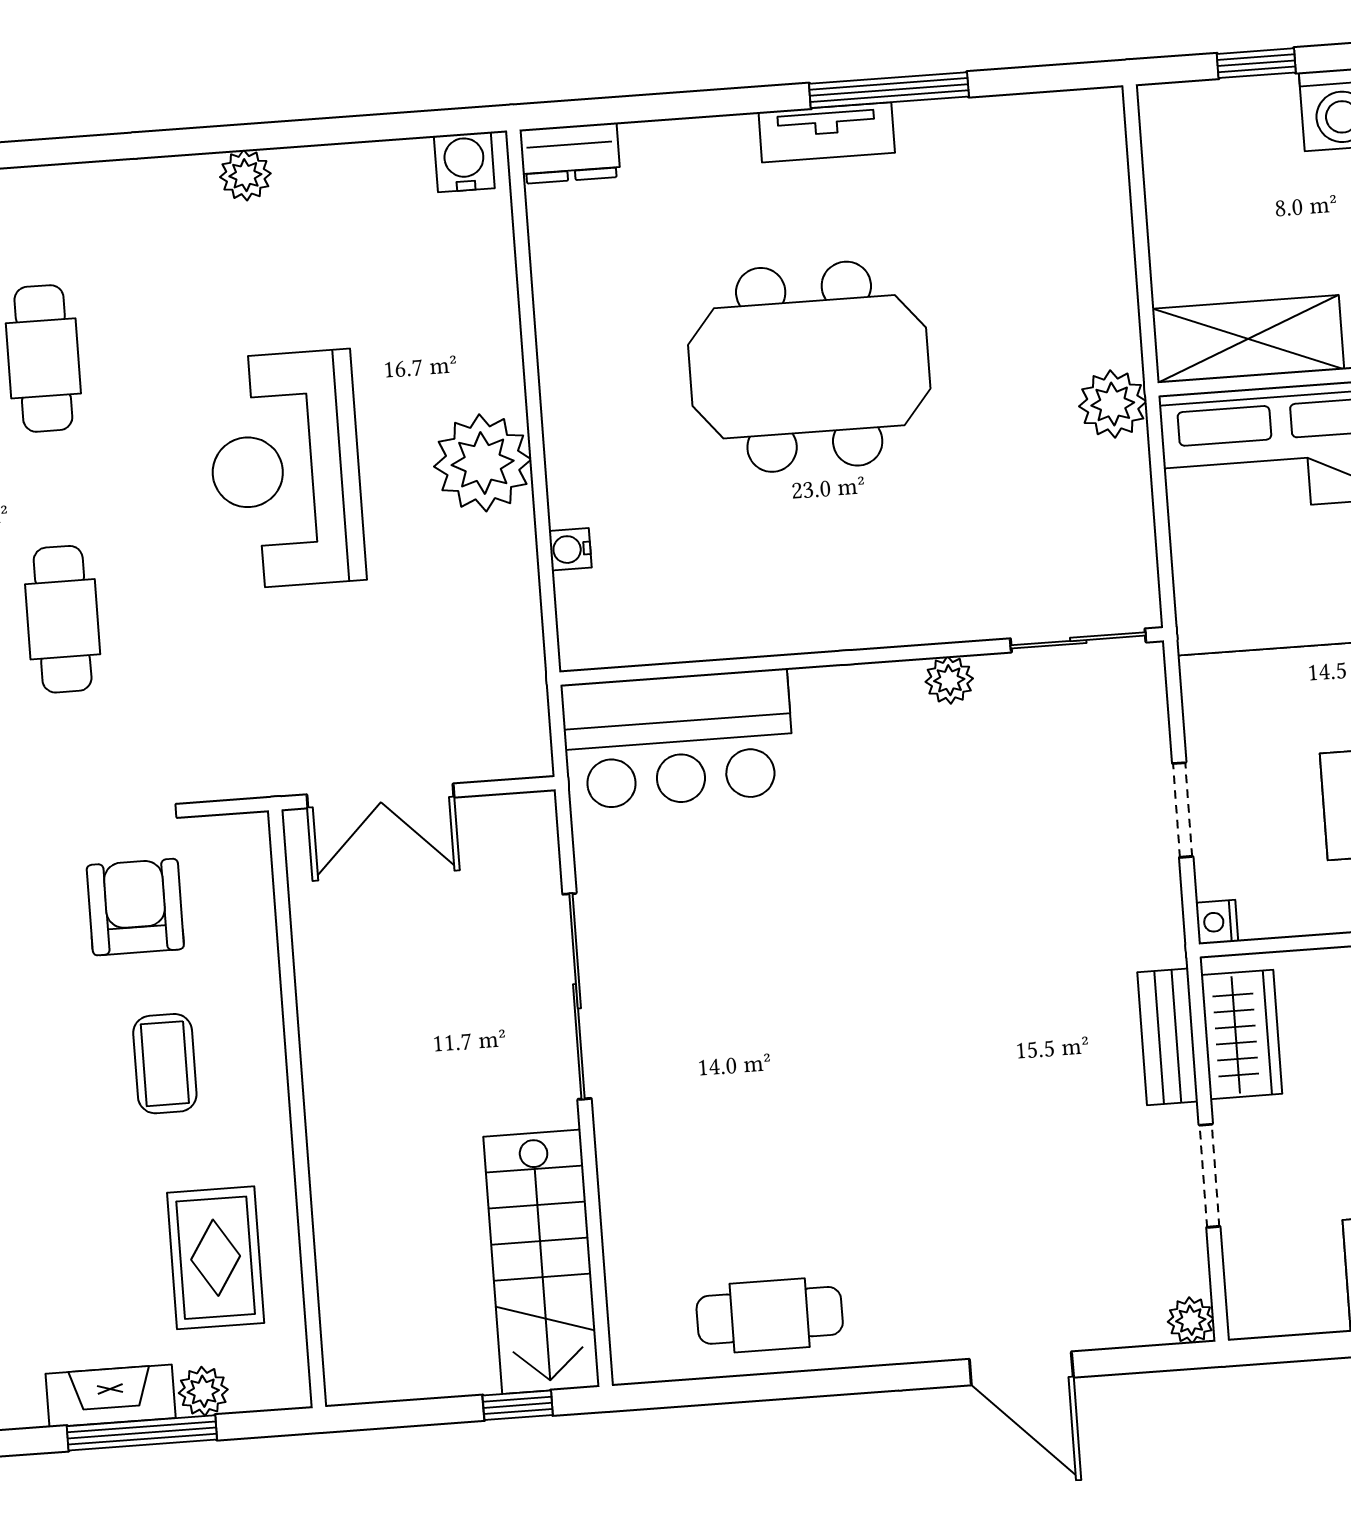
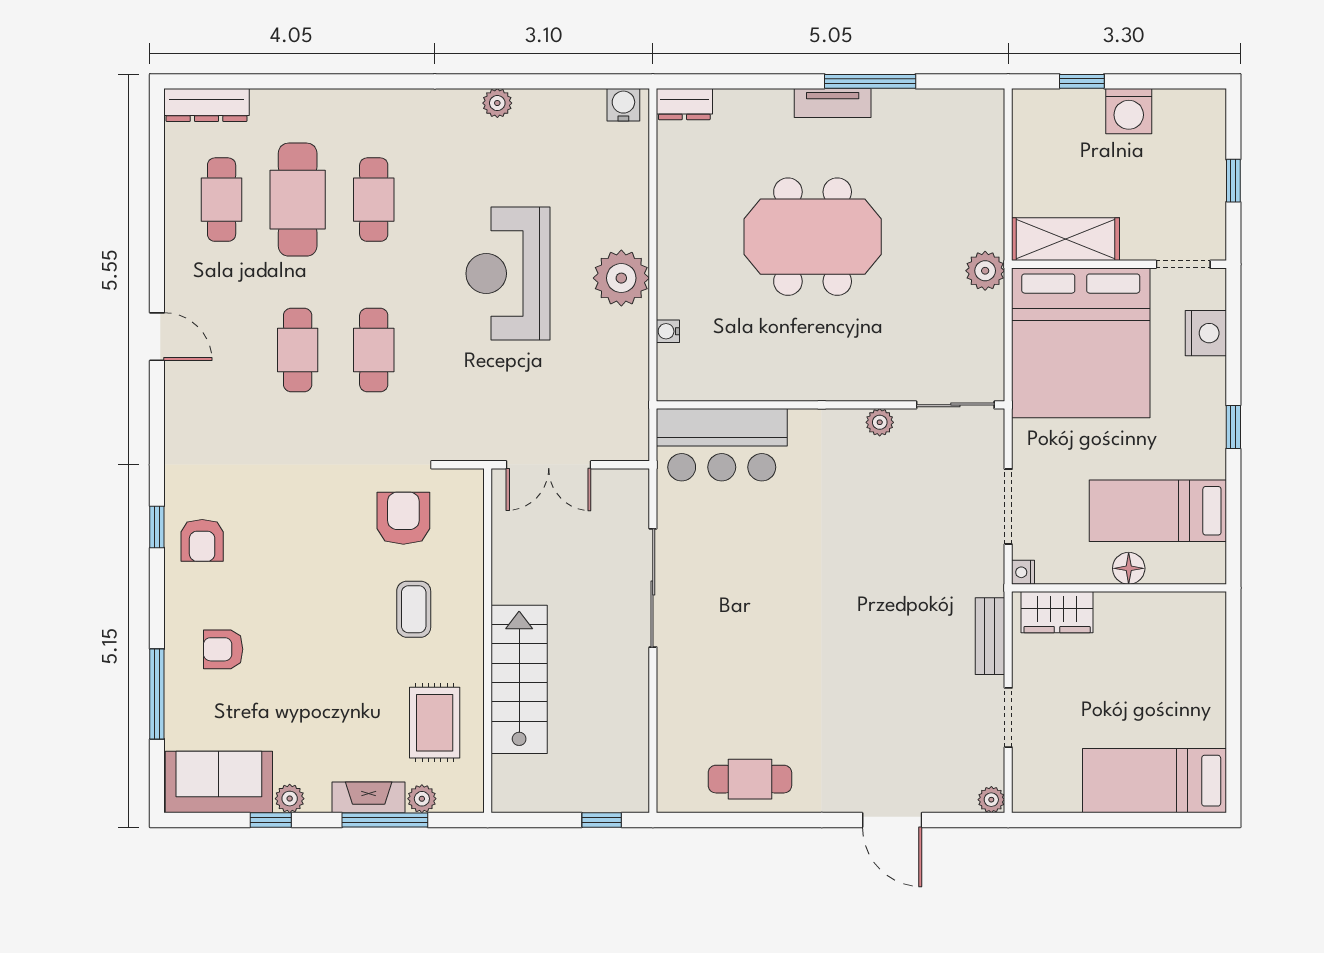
doorway: (1183, 810) -> (1008, 507), width x1.38
wardrobe: (1242, 1034) -> (1057, 612), moved, turned 90
stairs: (542, 1262) -> (519, 679), moved, turned 180

